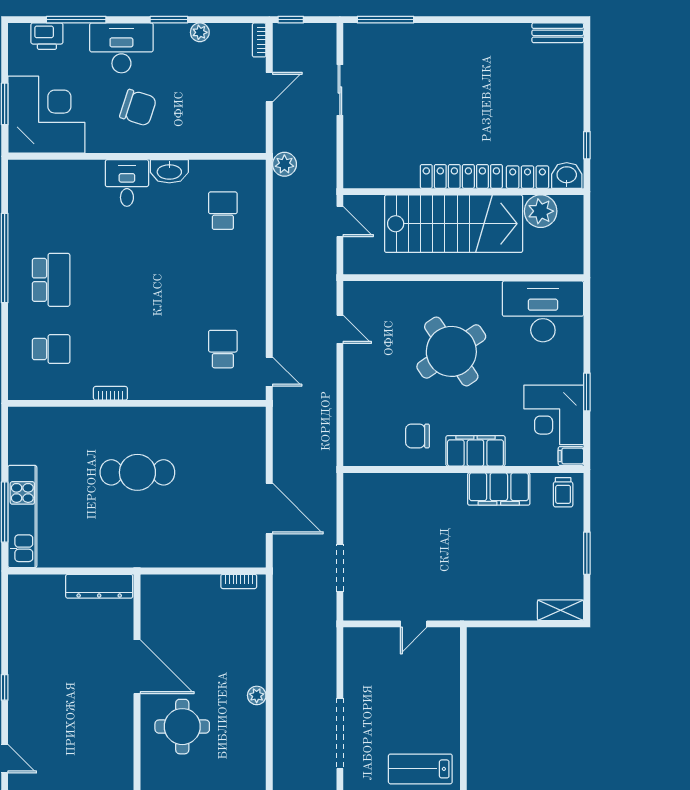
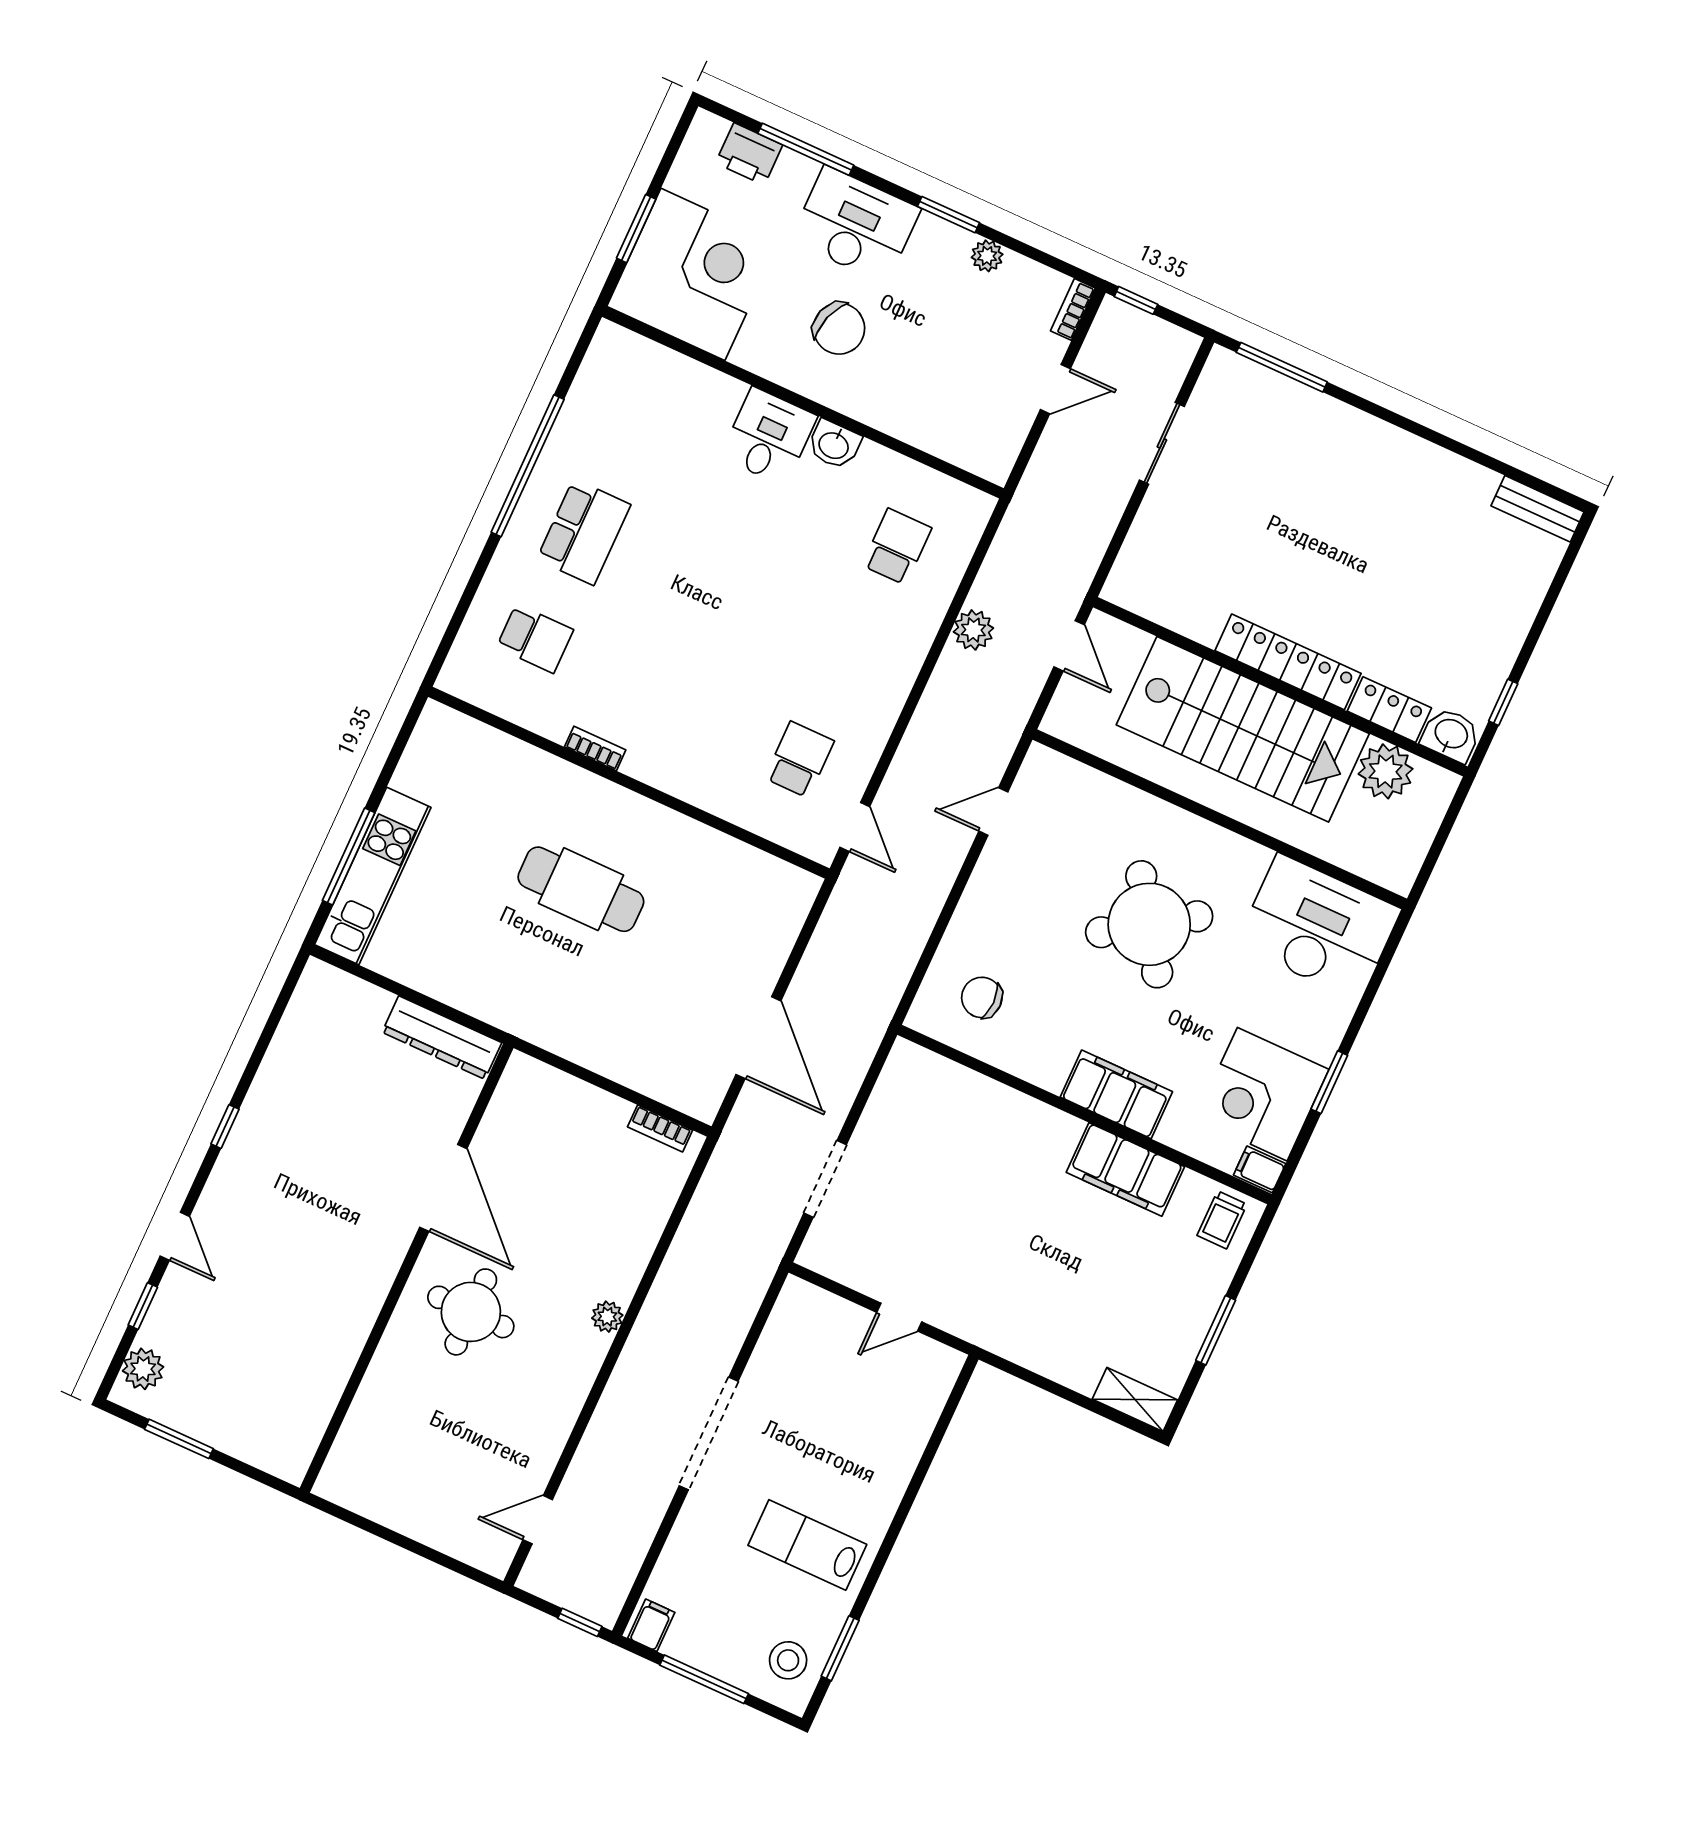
plant: (284, 164) -> (973, 630), moved
washbasin: (169, 171) -> (834, 445), width x0.72
door: (340, 329) -> (993, 812), swing flipped
chair: (417, 436) -> (982, 997), moved

